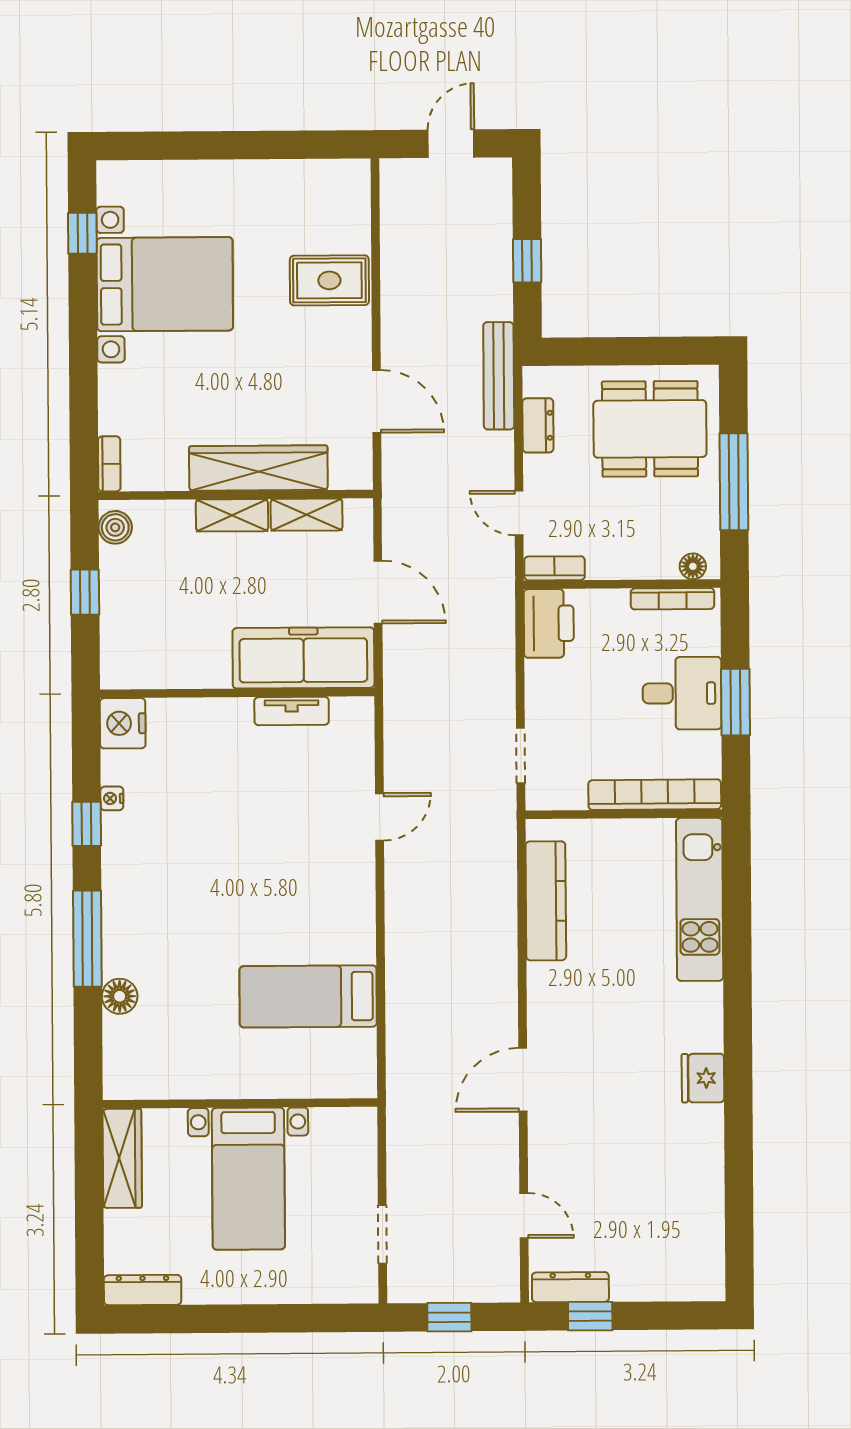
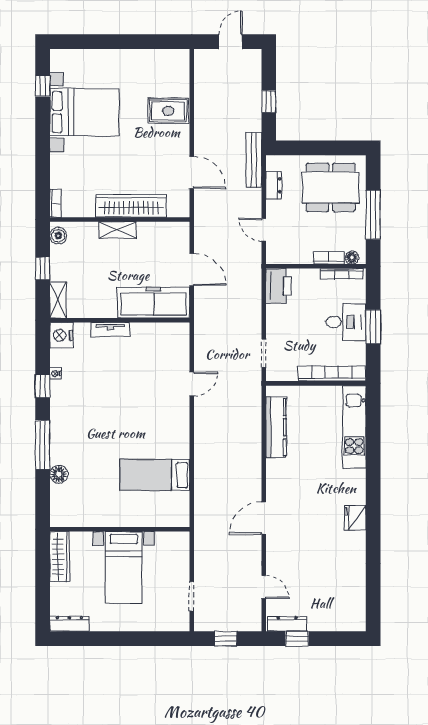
shelving: (307, 515) -> (58, 300), moved, turned 90
bookcase: (555, 568) -> (329, 258), moved
tv unit: (292, 711) -> (110, 330), moved

